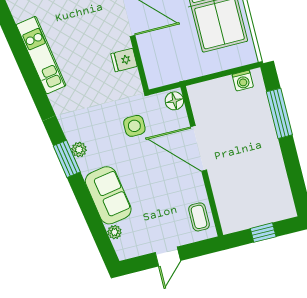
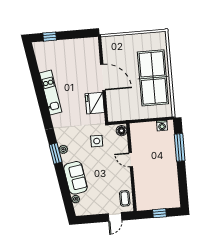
fridge: (124, 60) -> (95, 103), width x1.88, depth x1.34
door: (199, 148) -> (131, 160), width x0.53
door: (168, 257) -> (115, 217), moved

